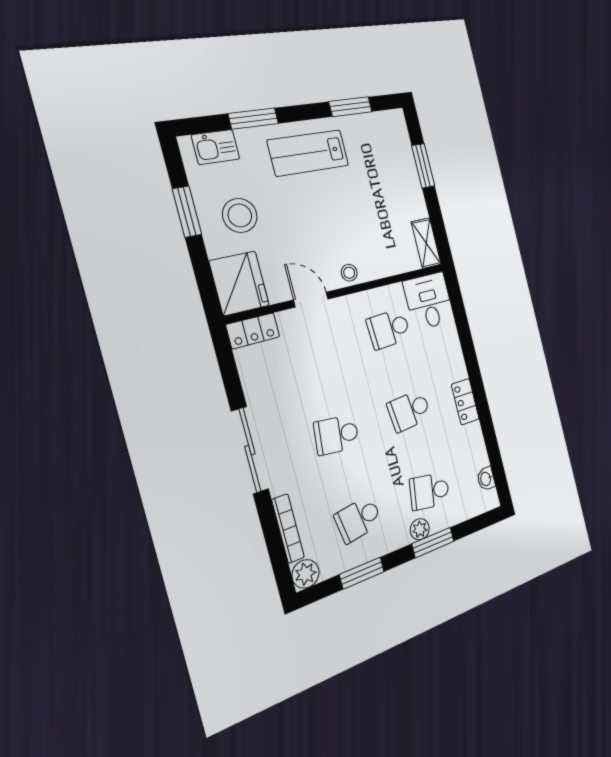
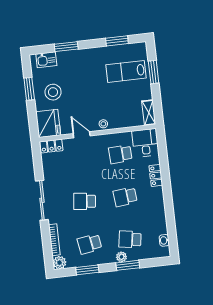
lab bench: (308, 153) -> (126, 71), moved
locker: (465, 402) -> (156, 175), moved

